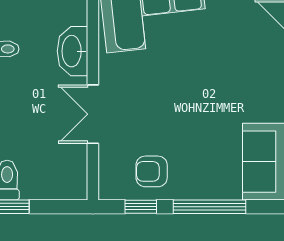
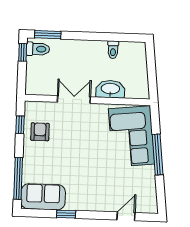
window: (209, 207) -> (18, 178), moved

